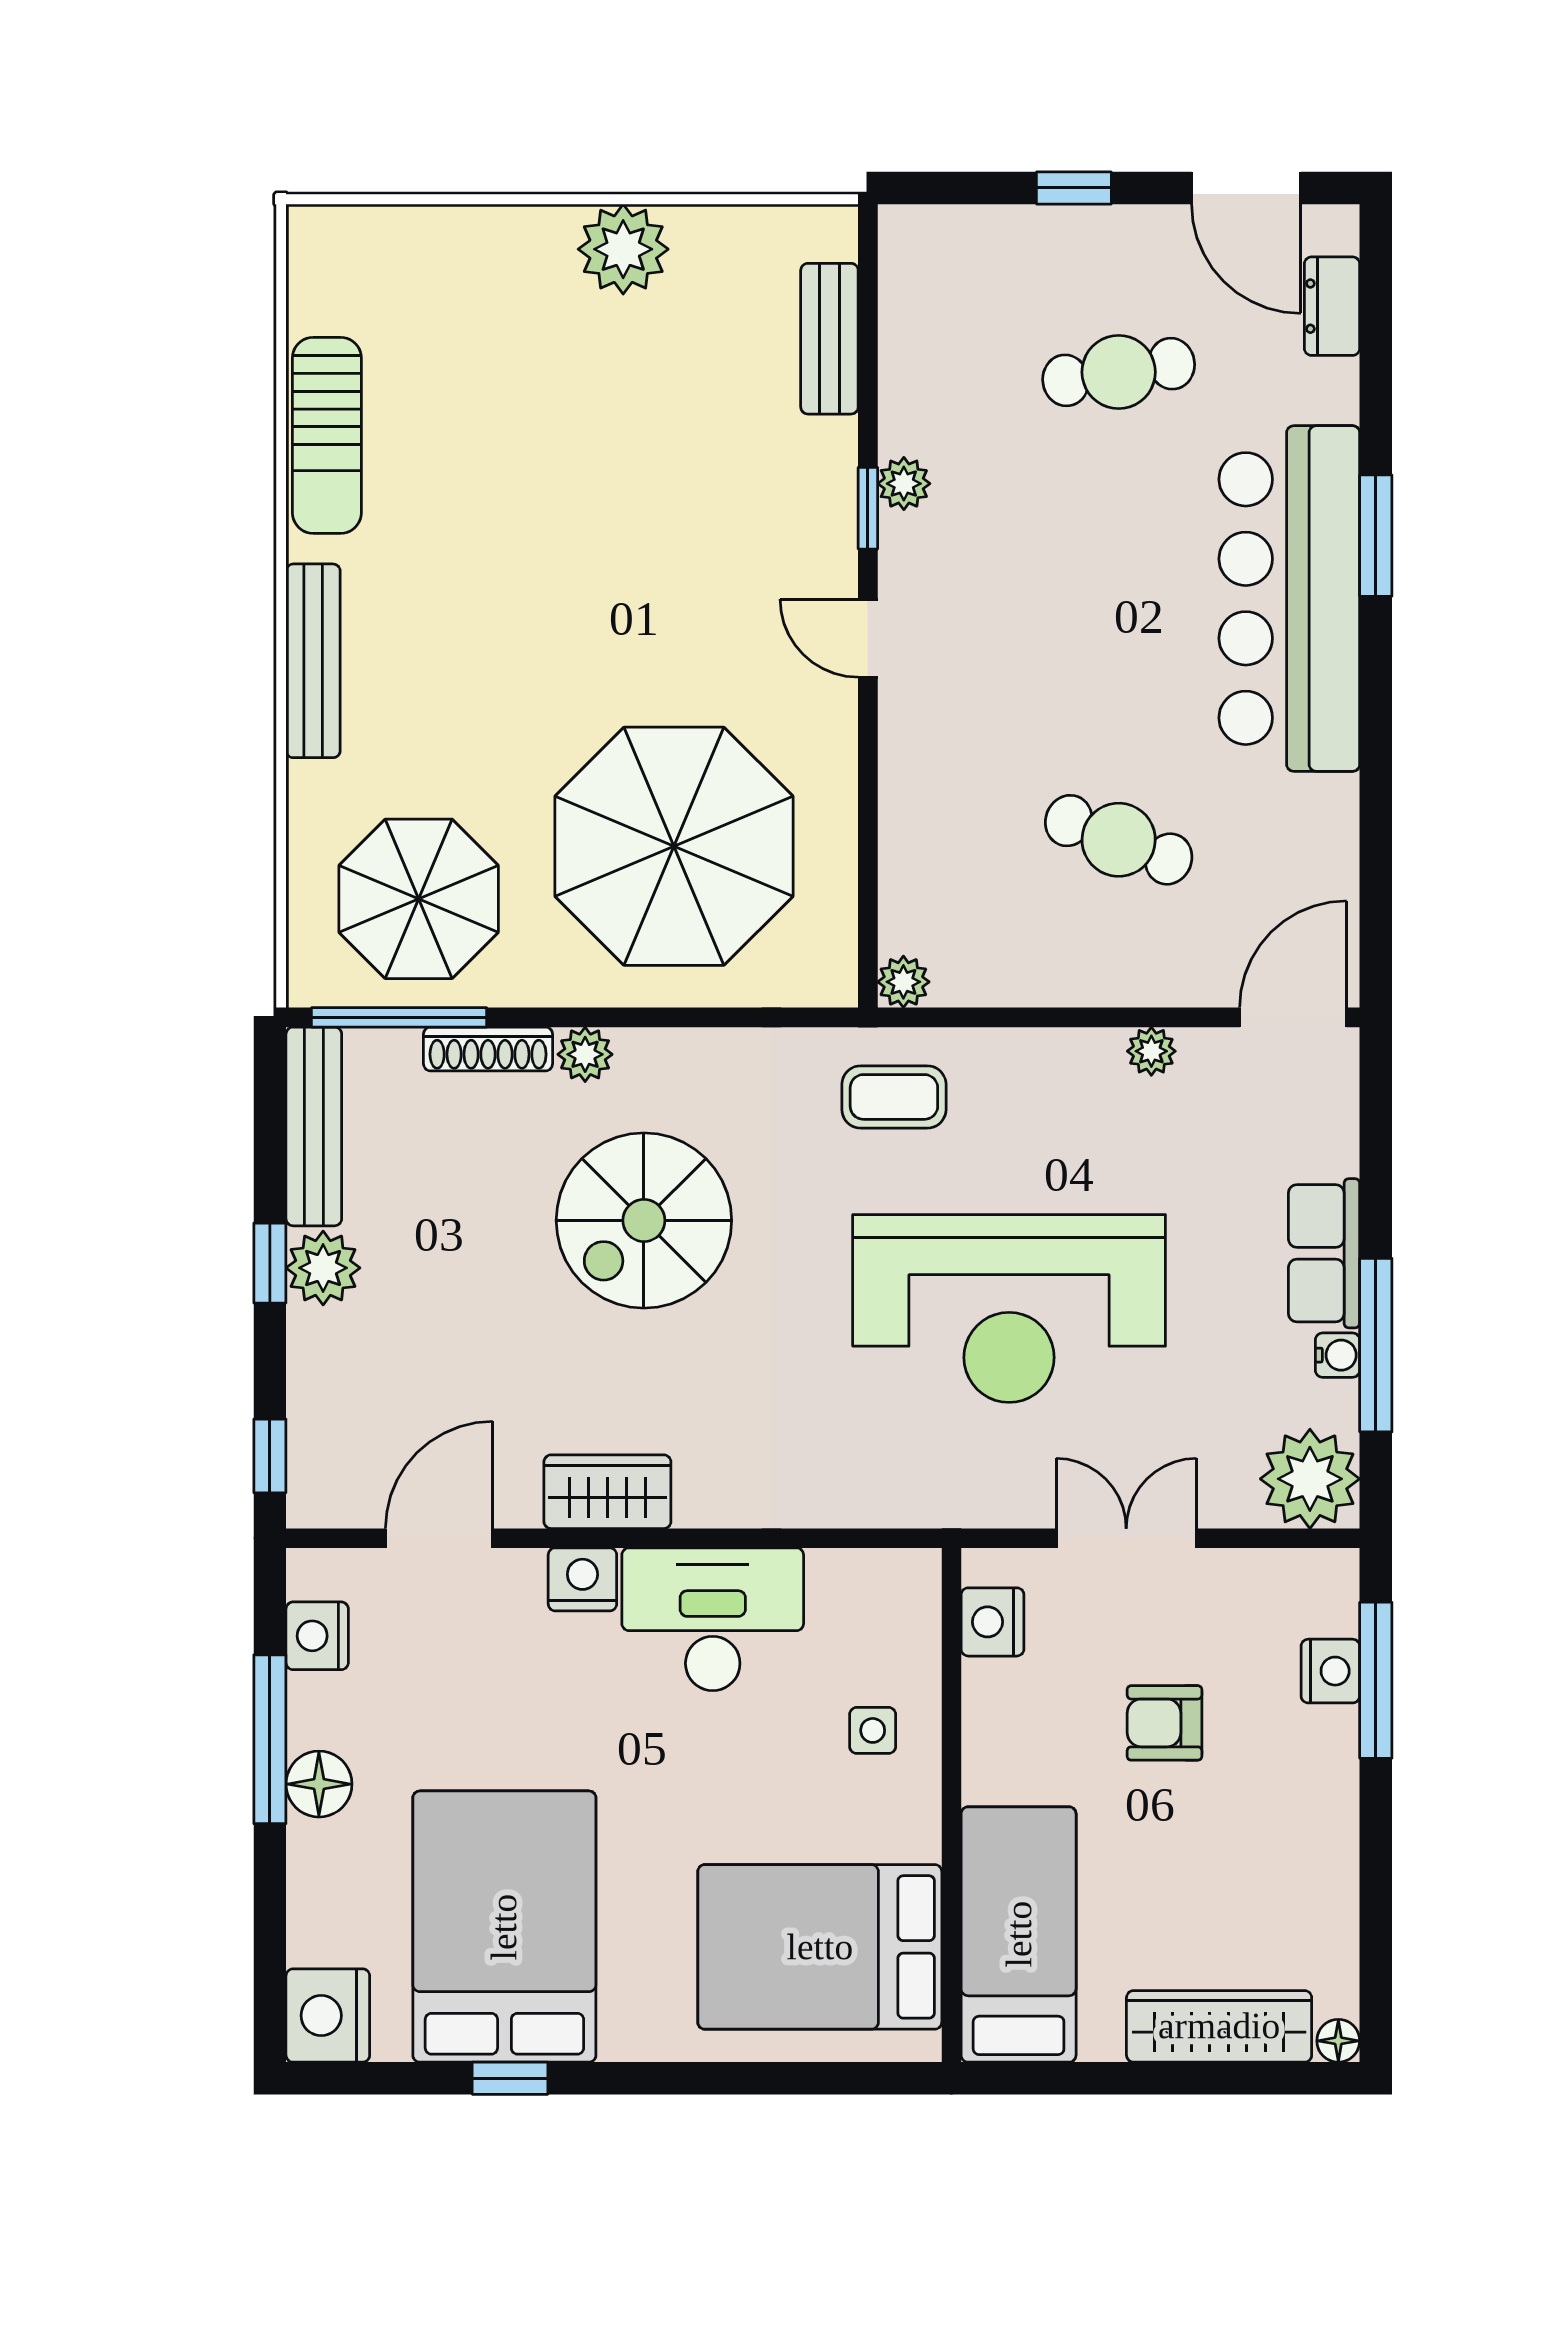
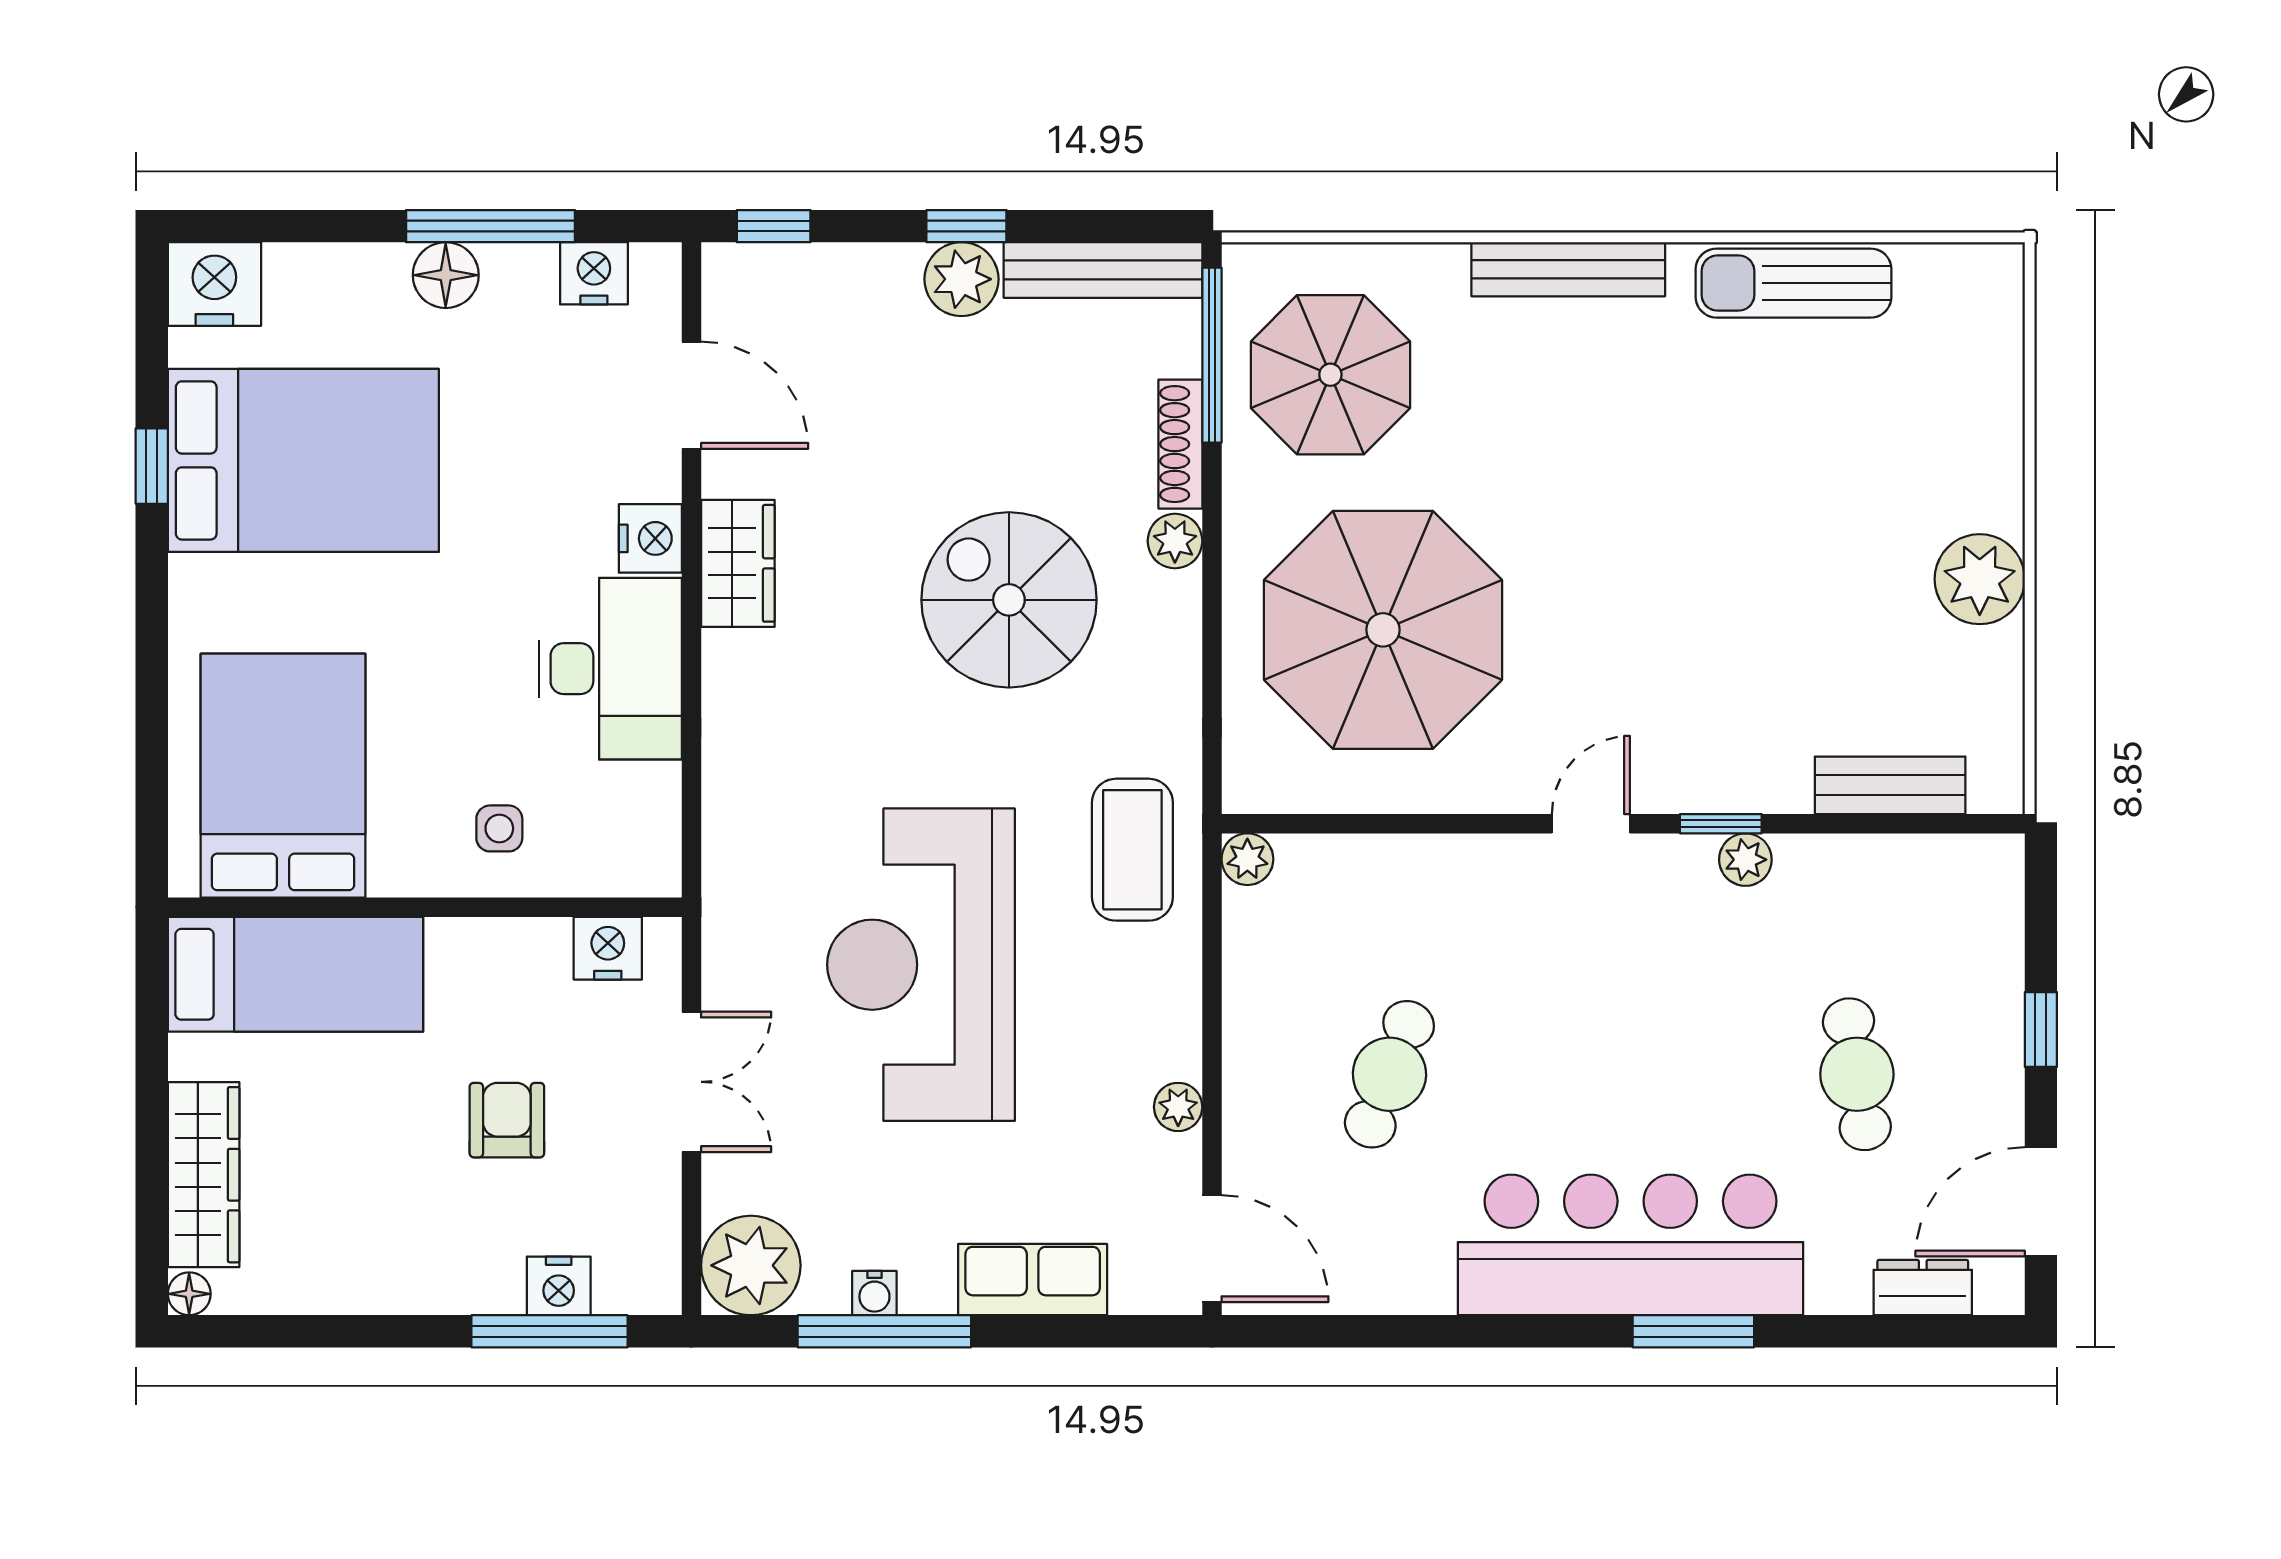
coffee table: (894, 1097) -> (1132, 850), width x1.36, depth x1.30
row of seats: (1324, 1253) -> (1033, 1280), moved

